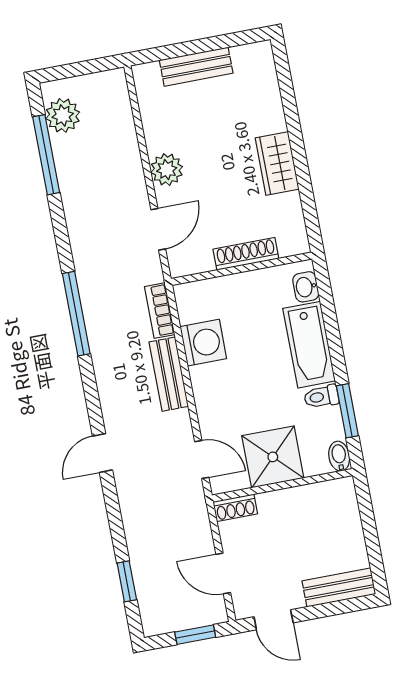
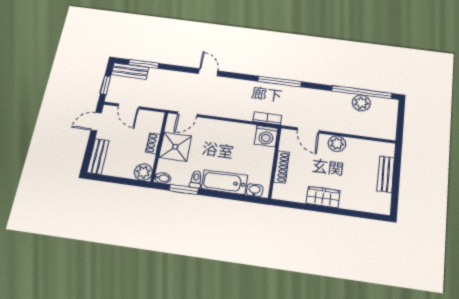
plant: (63, 115) -> (361, 103), moved
window: (46, 155) -> (362, 92), width x1.46
washing machine: (203, 343) -> (266, 136), moved
bench: (169, 374) -> (130, 71), moved
plant: (340, 494) -> (143, 172), added
shoe rack: (235, 508) -> (153, 143), moved
door: (223, 573) -> (129, 106), swing flipped
window: (127, 581) -> (144, 64), width x1.50

